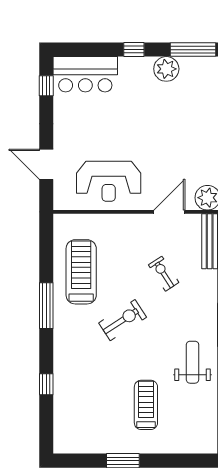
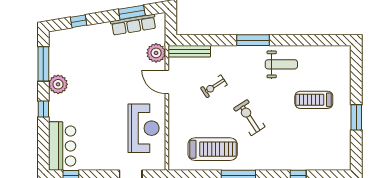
treadmill: (81, 272) -> (213, 149), turned 180
weight bench: (193, 362) -> (281, 64), turned 180

